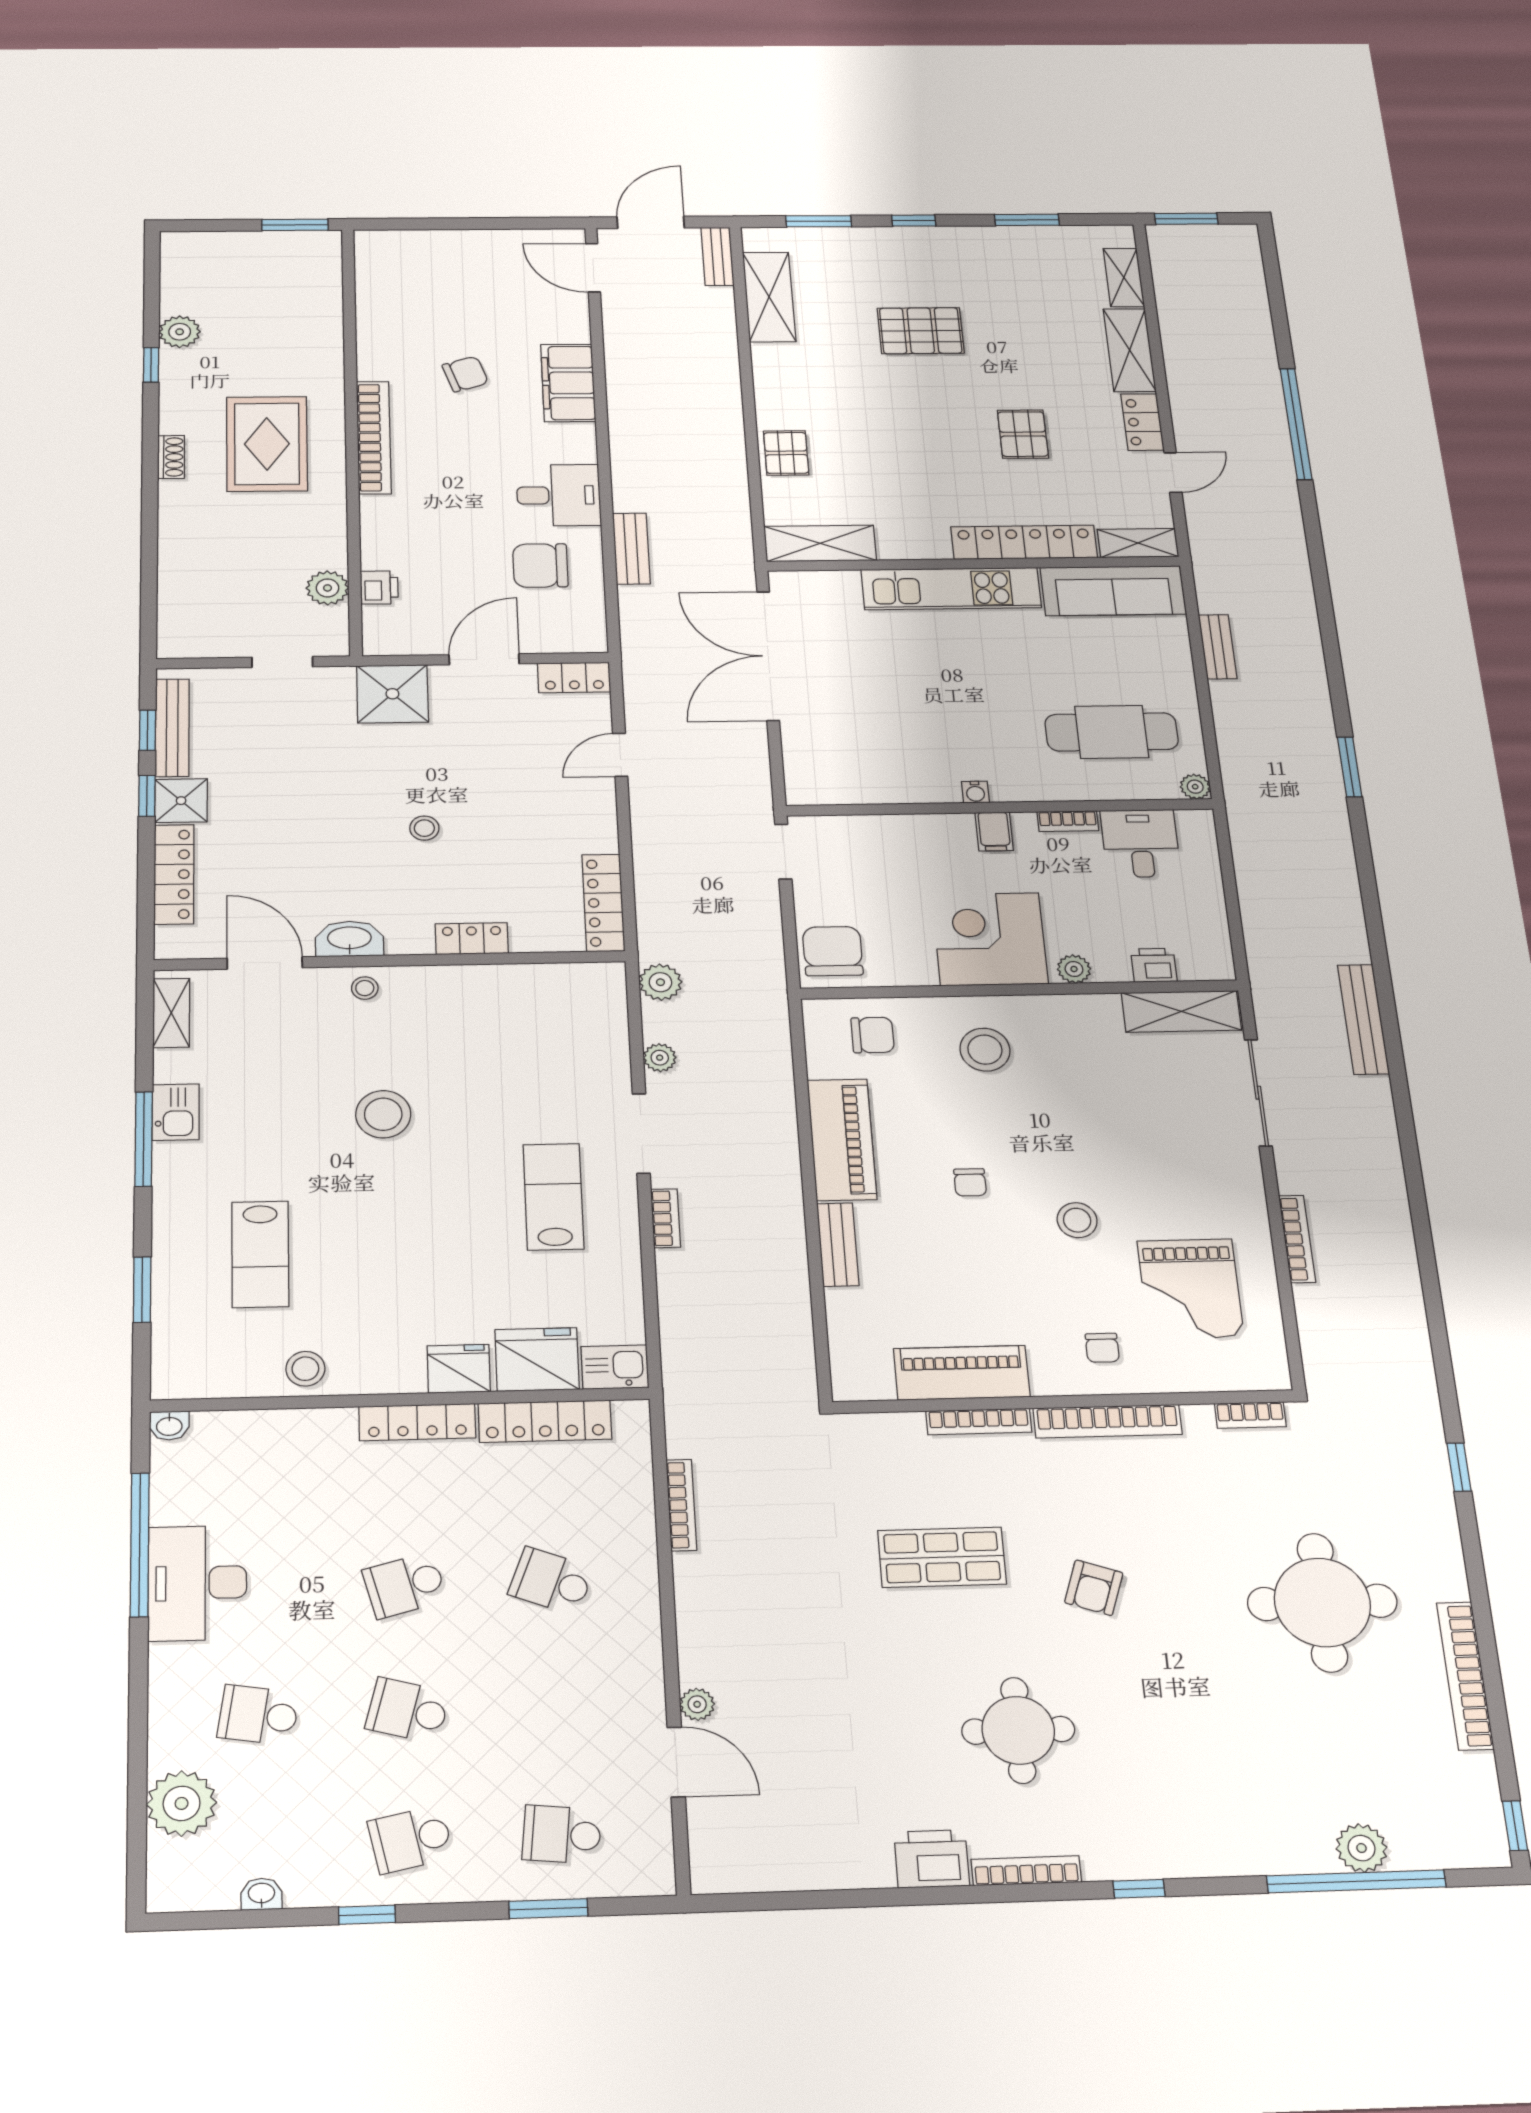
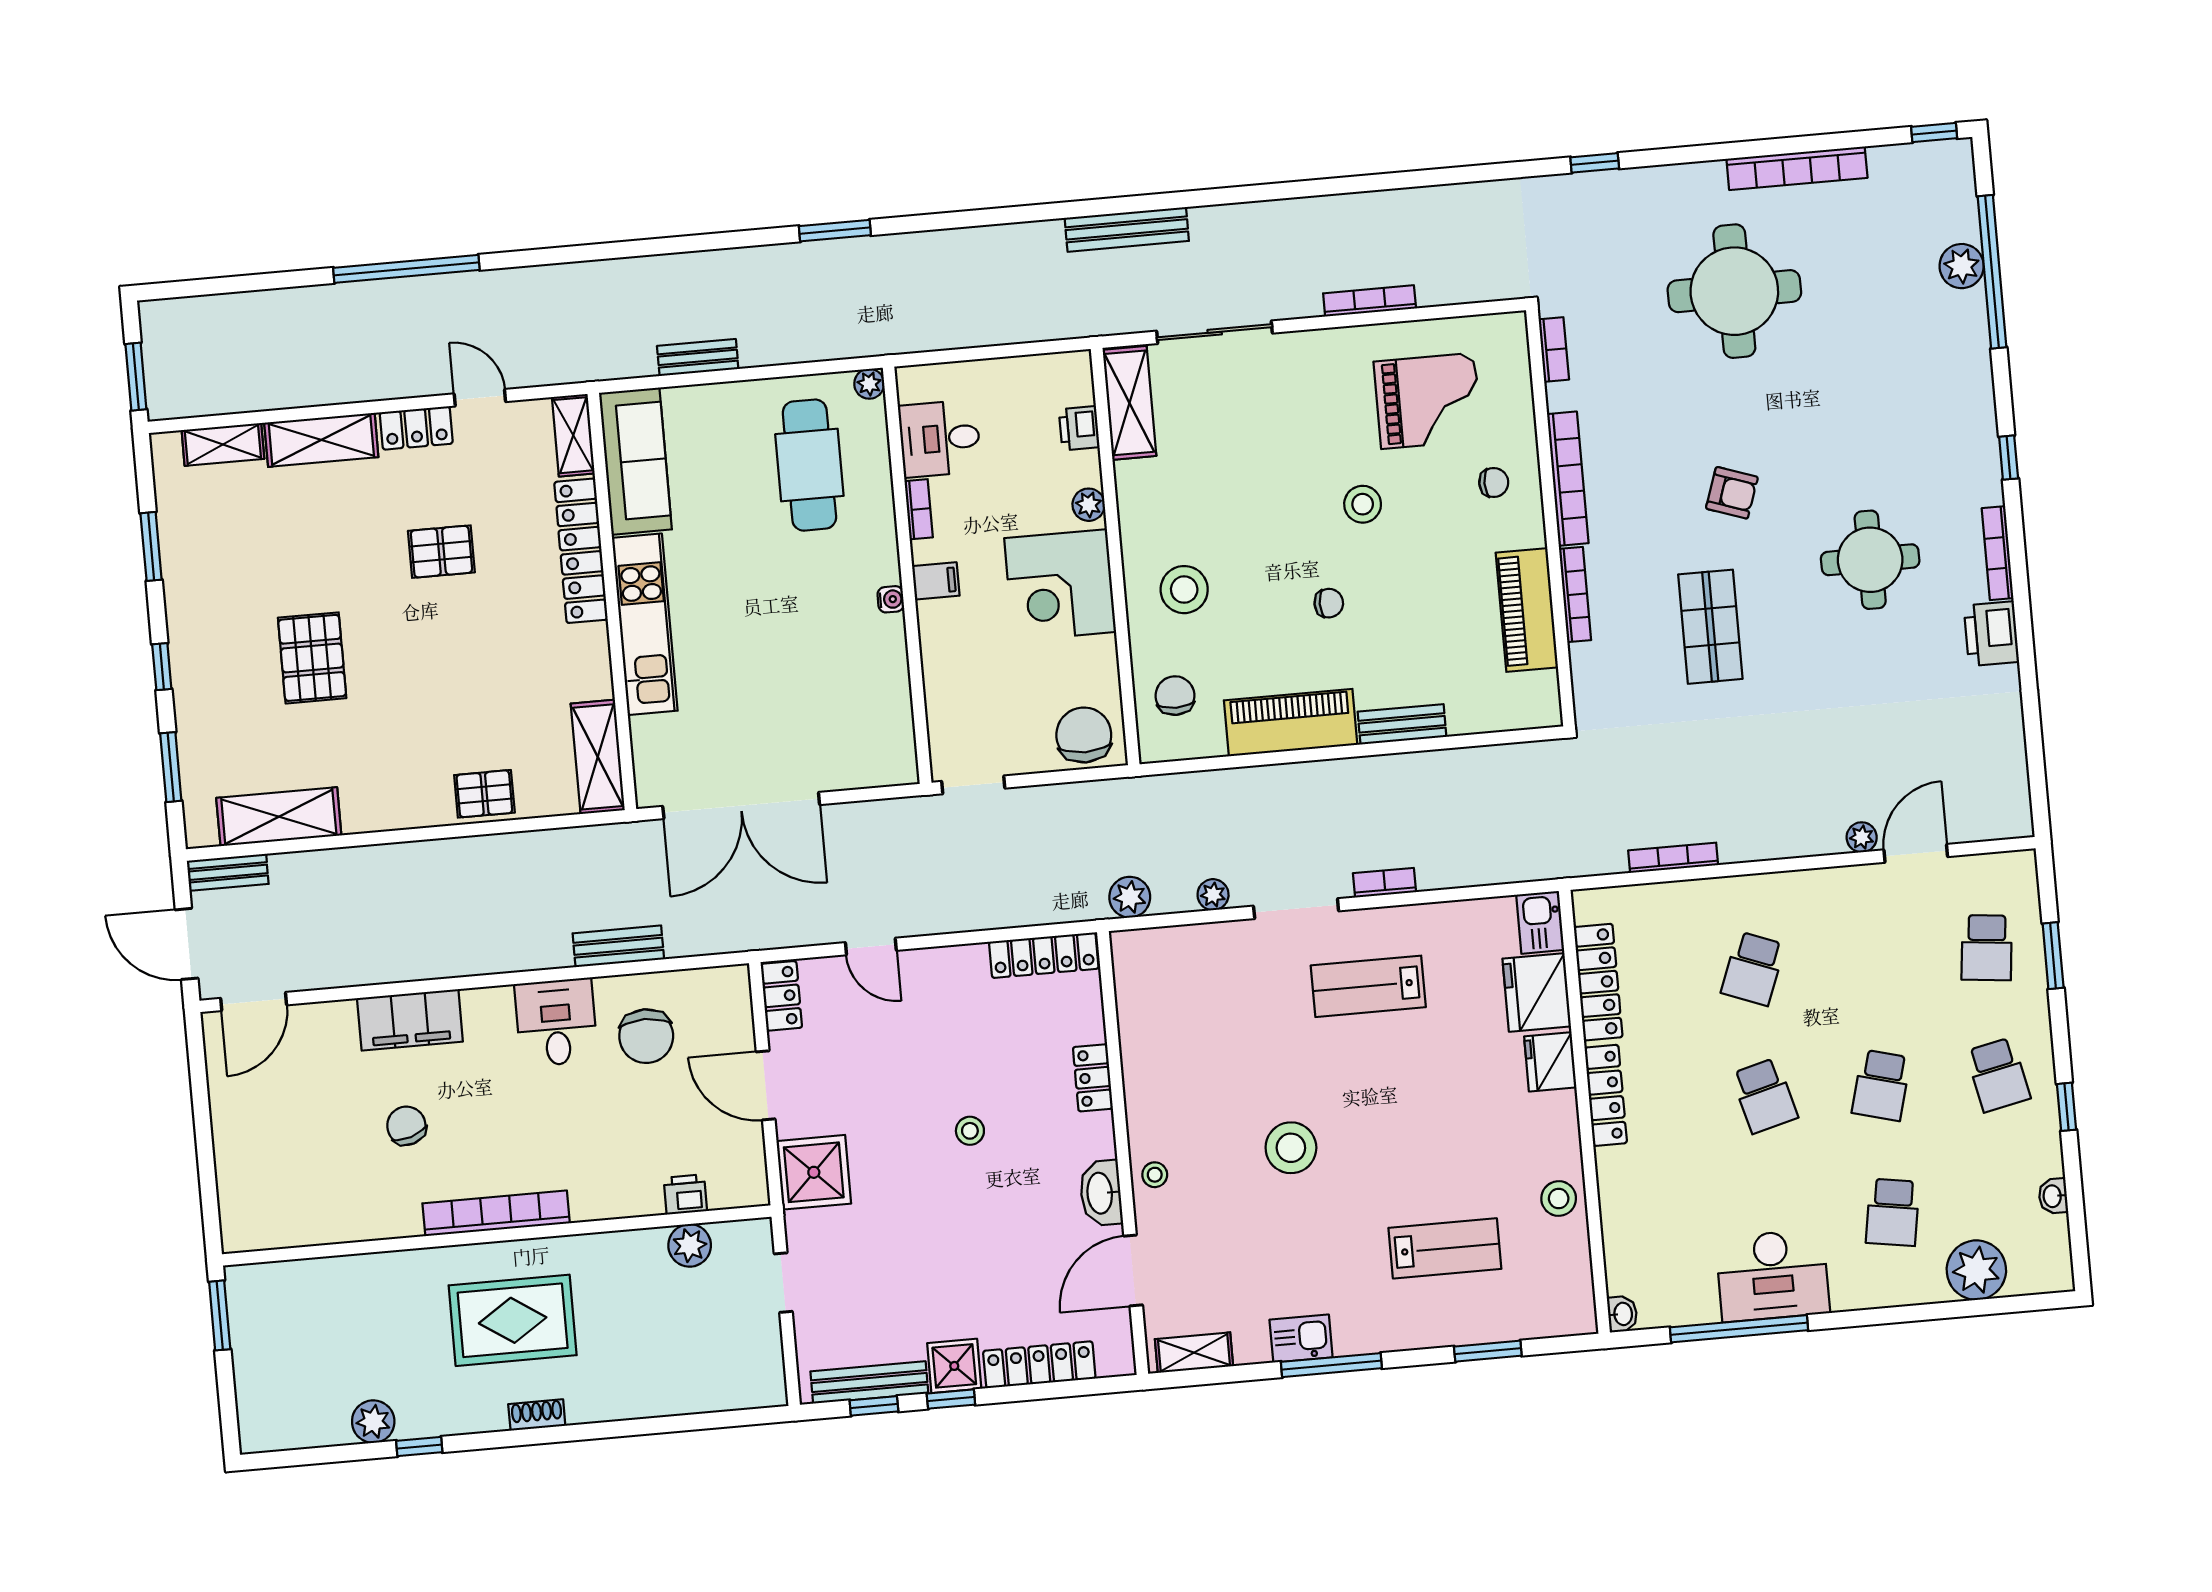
chair: (833, 951) -> (1084, 735), turned 90

